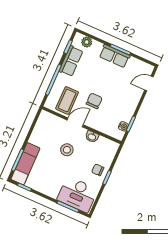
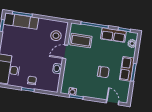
chair: (94, 101) -> (103, 72), moved
door: (75, 122) -> (65, 52), swing flipped
stool: (67, 150) -> (56, 36), moved

